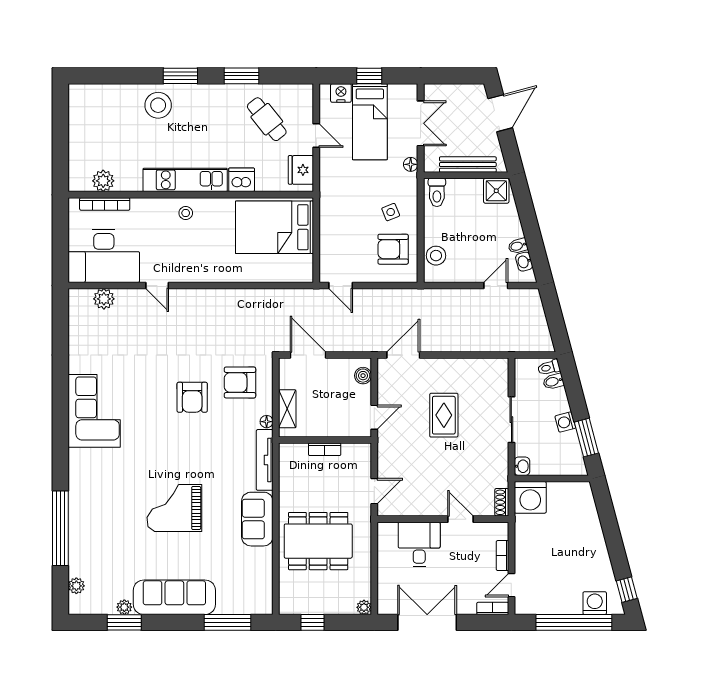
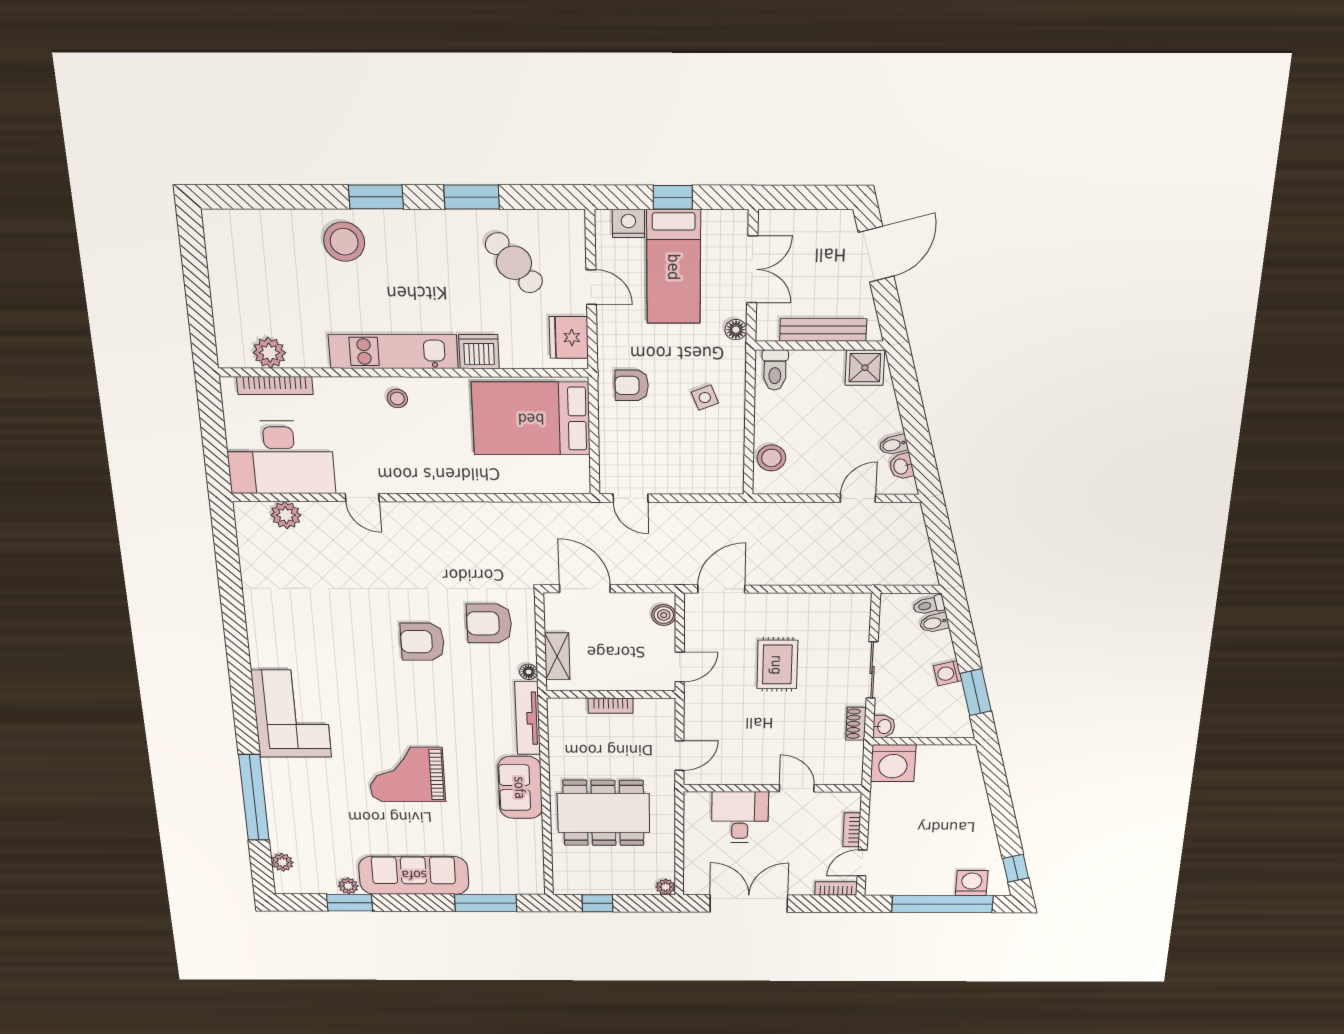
armchair: (393, 249) -> (632, 385), moved, width x0.72, depth x0.72
armchair: (192, 397) -> (422, 642), turned 90
corner sofa: (94, 411) -> (291, 714), moved
shoe rack: (502, 502) -> (856, 724), moved

